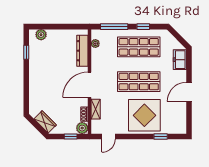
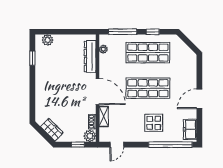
freezer: (180, 60) -> (190, 129), moved
door: (90, 85) -> (97, 91), swing flipped
display table: (144, 115) -> (154, 123), width x0.54, depth x0.54
window: (161, 137) -> (170, 145), width x3.17

